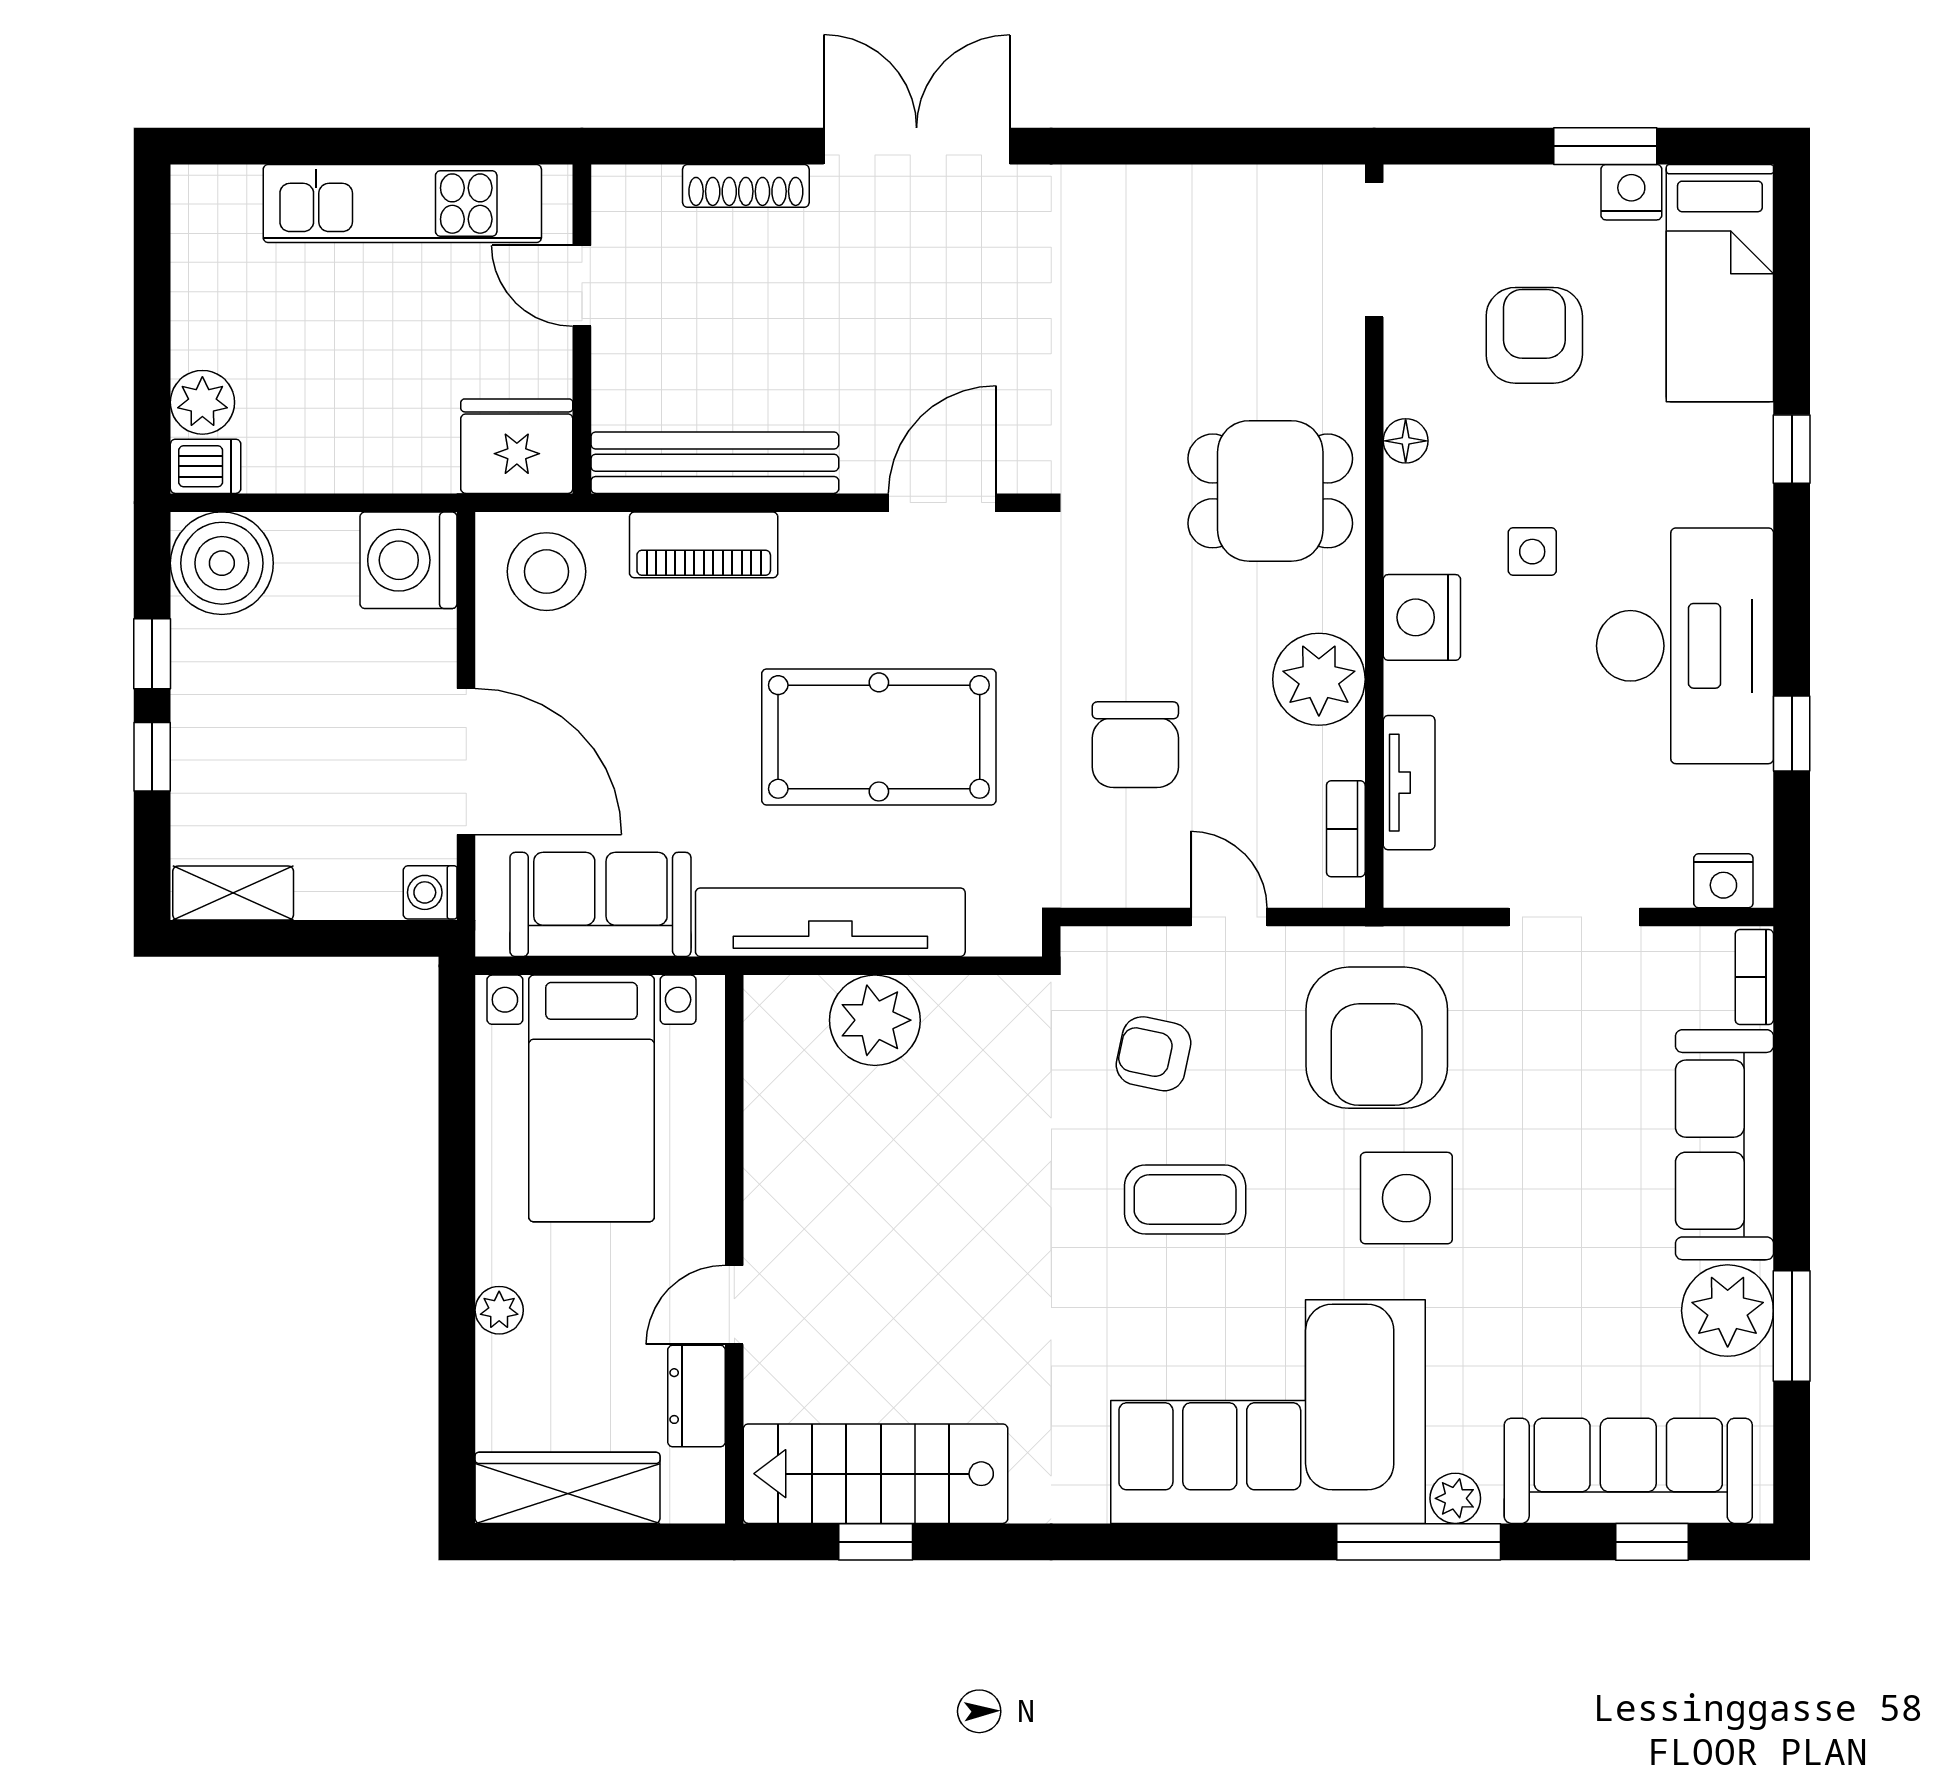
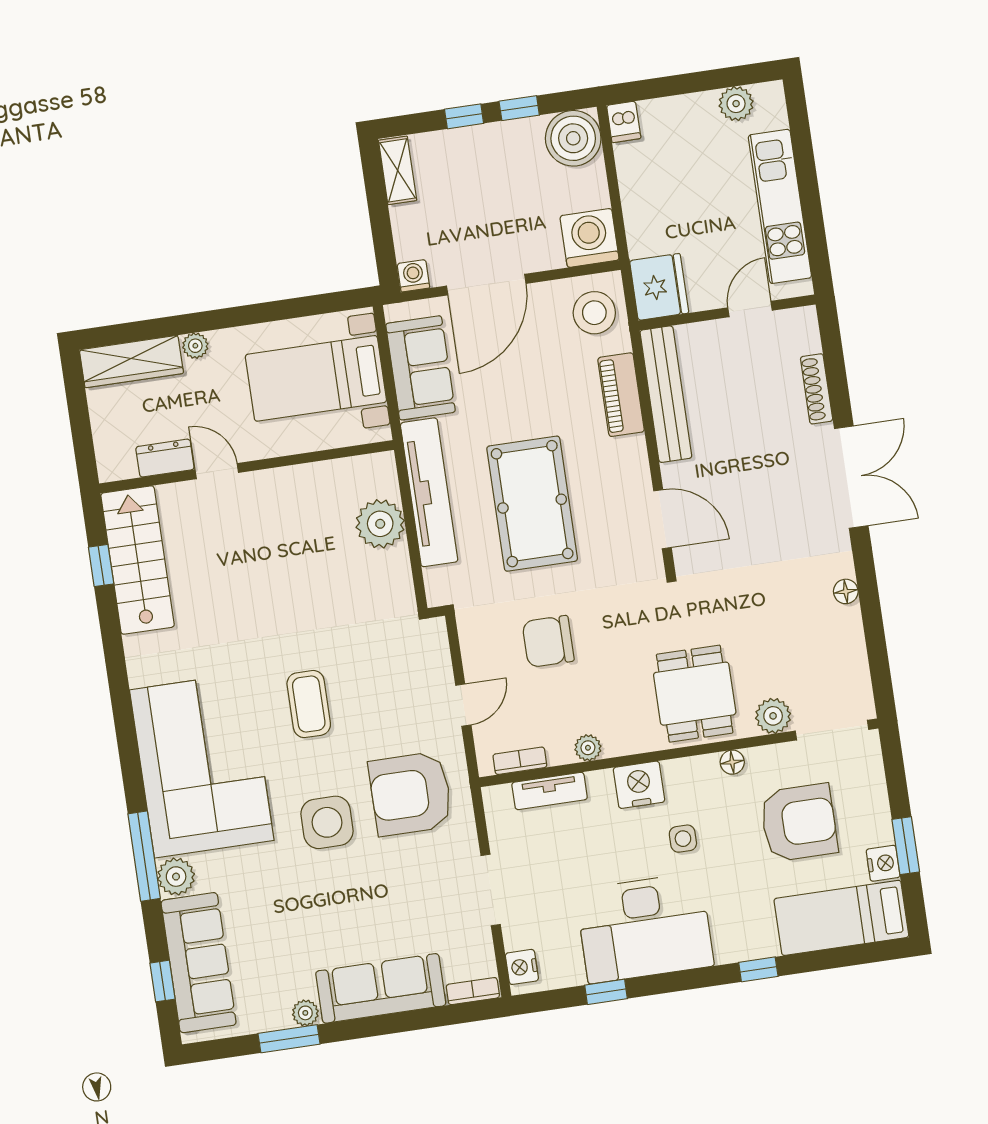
floor lamp: (1124, 187) -> (846, 591), added
armchair: (1534, 335) -> (799, 823), width x1.36, depth x1.36
plant: (1332, 354) -> (773, 716), added
plant: (202, 402) -> (736, 104), moved
plant: (1319, 679) -> (588, 748), width x0.53, depth x0.53
armchair: (1154, 1054) -> (384, 676), removed
plant: (1728, 1311) -> (305, 1013), width x0.53, depth x0.53
wardrobe: (567, 1488) -> (131, 362), moved, turned 90
plant: (1455, 1498) -> (176, 877), width x1.38, depth x1.38

